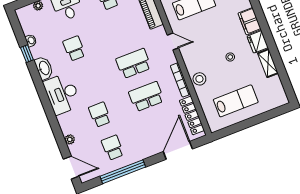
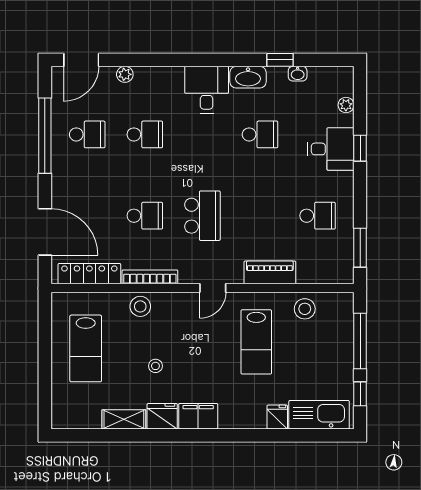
desk: (62, 94) -> (207, 90), width x0.73
school desk: (146, 97) -> (145, 216), width x0.54

